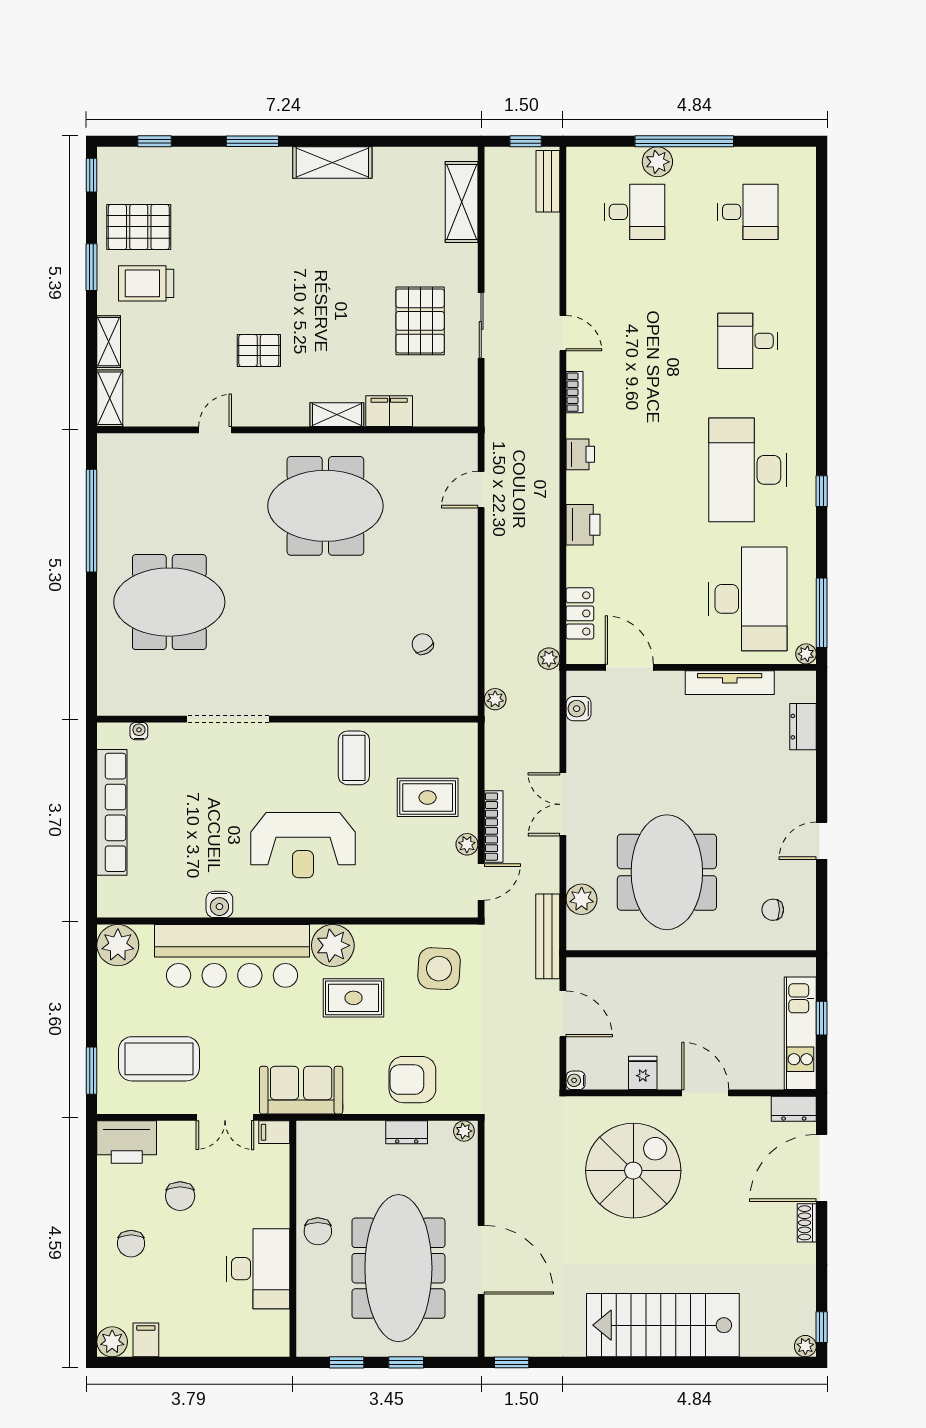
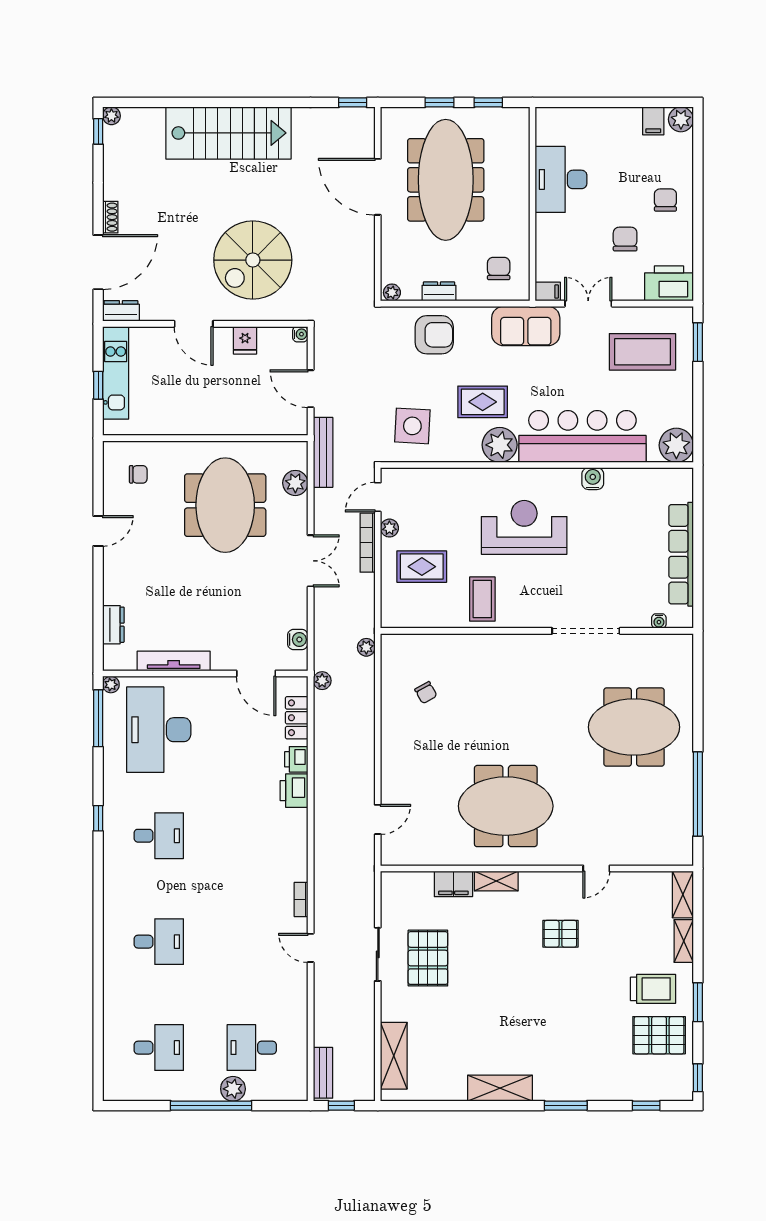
desk: (748, 212) -> (159, 1048), turned 180
printer: (580, 454) -> (296, 759), moved
desk: (748, 470) -> (159, 836), width x0.53, depth x0.77
chair: (318, 1231) -> (499, 269), moved

